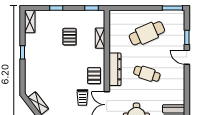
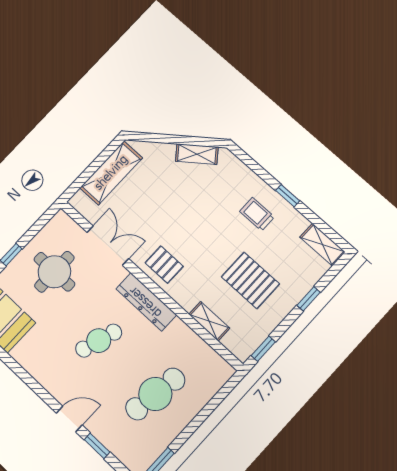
cafe table: (147, 33) -> (155, 394), turned 33
pallet: (70, 37) -> (250, 280), width x1.50, depth x1.42
trolley: (82, 97) -> (257, 214), moved

